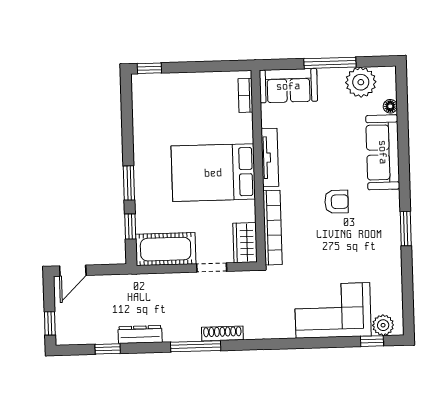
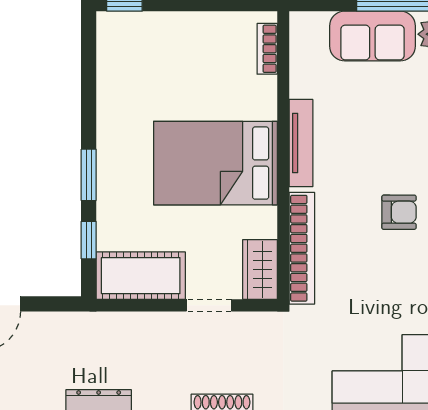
sofa: (288, 86) -> (372, 36), moved

